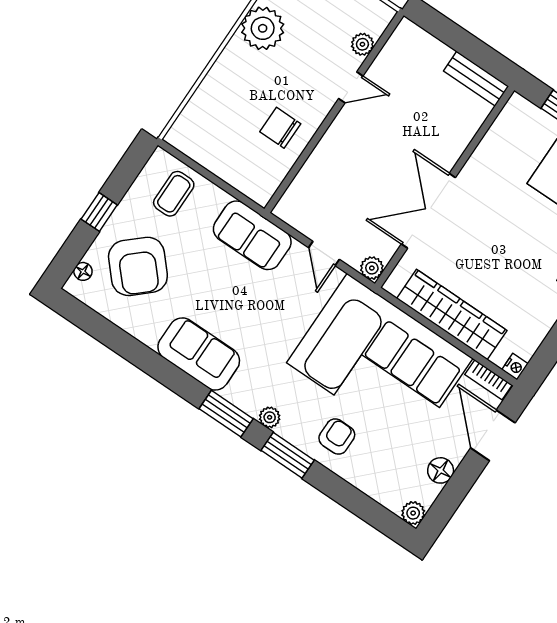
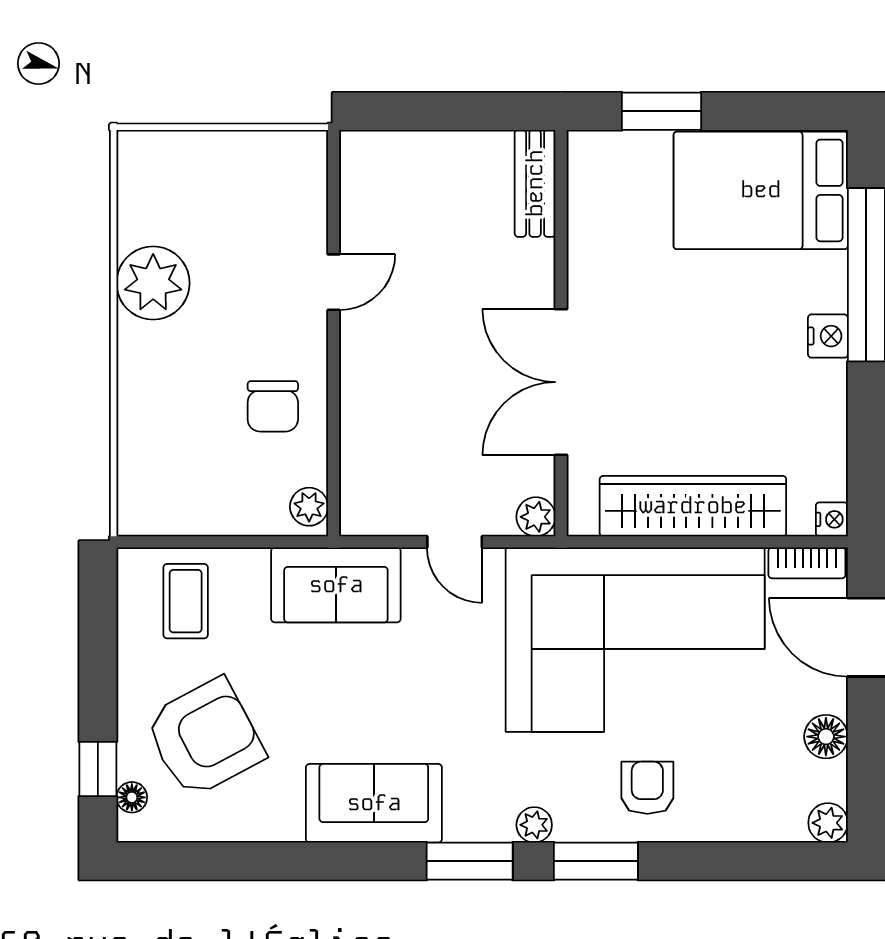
plant: (362, 44) -> (309, 507), moved
bench: (476, 79) -> (535, 183), moved, turned 90
chair: (280, 128) -> (273, 406), turned -90
window: (99, 212) -> (98, 769), moved
armchair: (138, 266) -> (205, 738), turned -76

